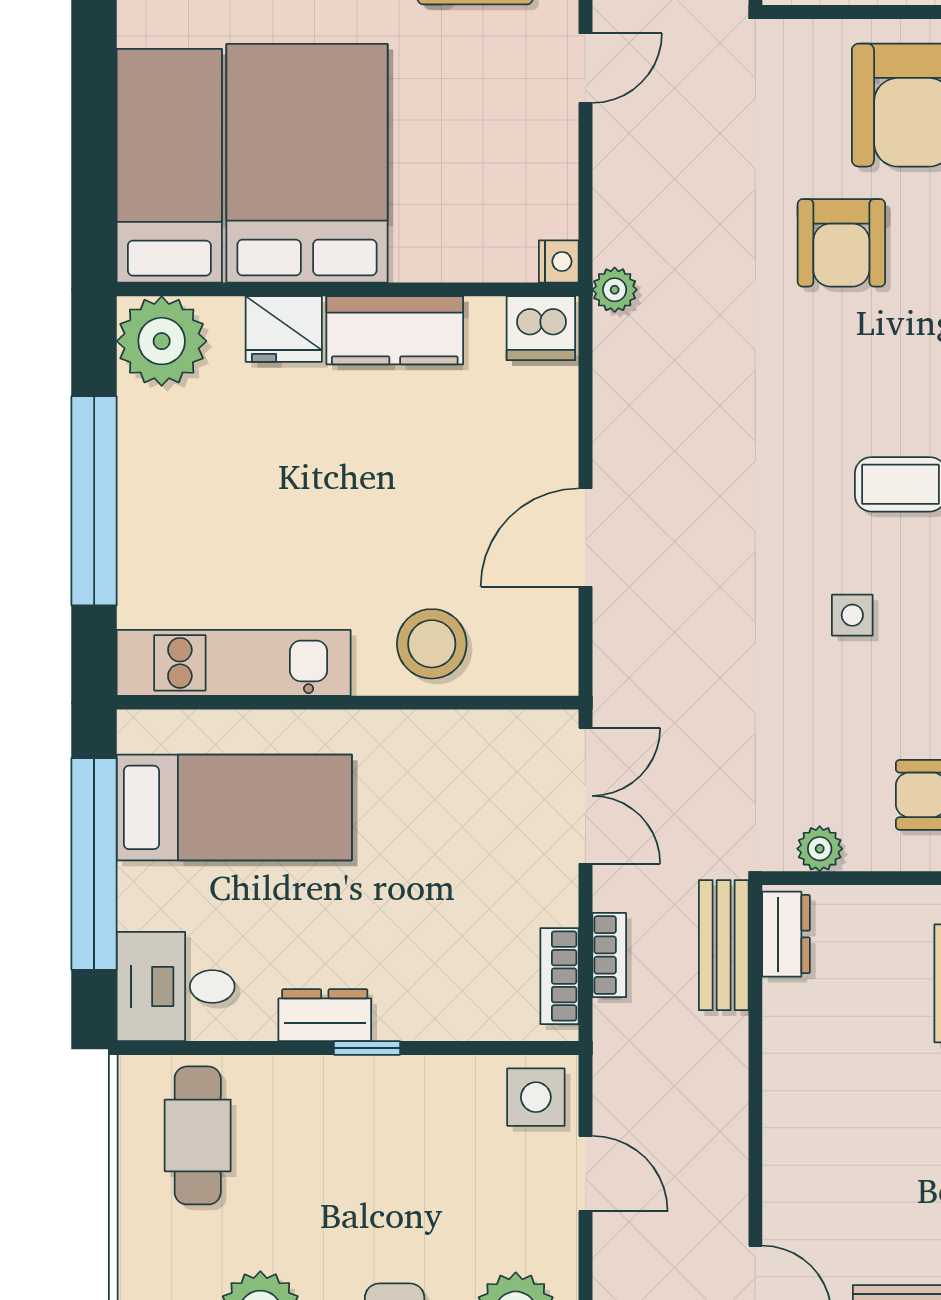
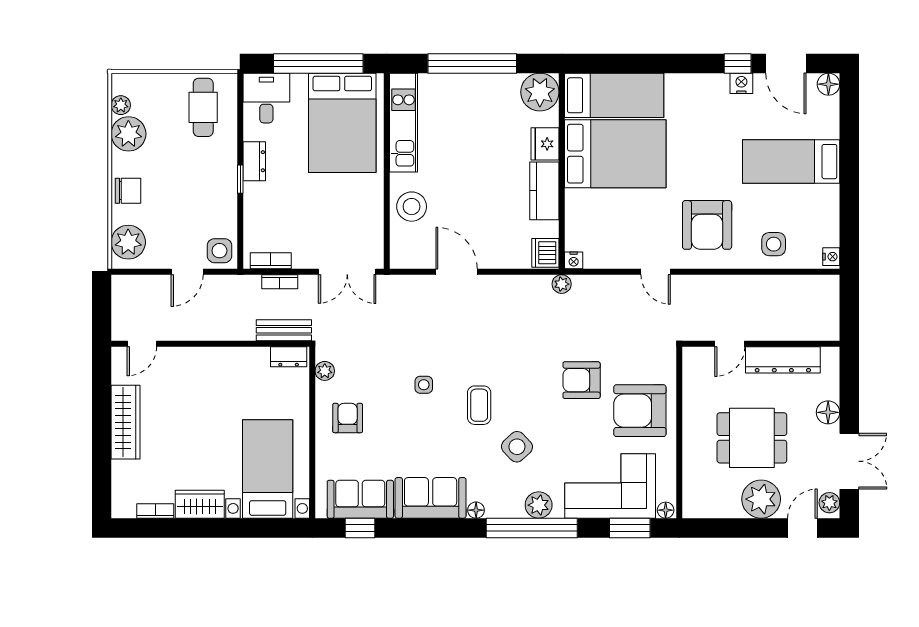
bed: (234, 807) -> (342, 123), width x1.50
cafe table: (198, 1135) -> (203, 107), turned 90

